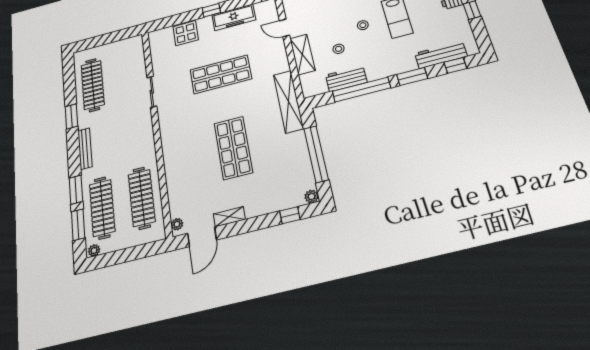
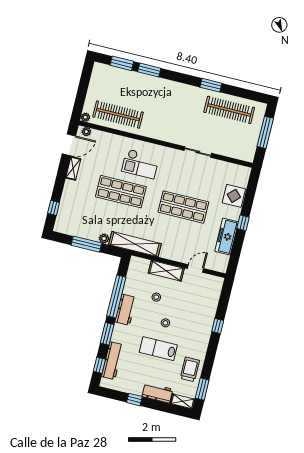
window: (104, 39) -> (265, 132), added
shop shelf: (221, 74) -> (183, 207), turned 90
workbench: (346, 79) -> (126, 310), moved
checkout: (191, 144) -> (140, 164), added
bench: (85, 149) -> (178, 87), removed
window: (316, 154) -> (86, 244), width x0.68
plant: (312, 196) -> (104, 239), moved
clothes rail: (102, 208) -> (125, 84), removed
door: (202, 237) -> (69, 145), swing flipped
plant: (94, 250) -> (85, 117), moved

